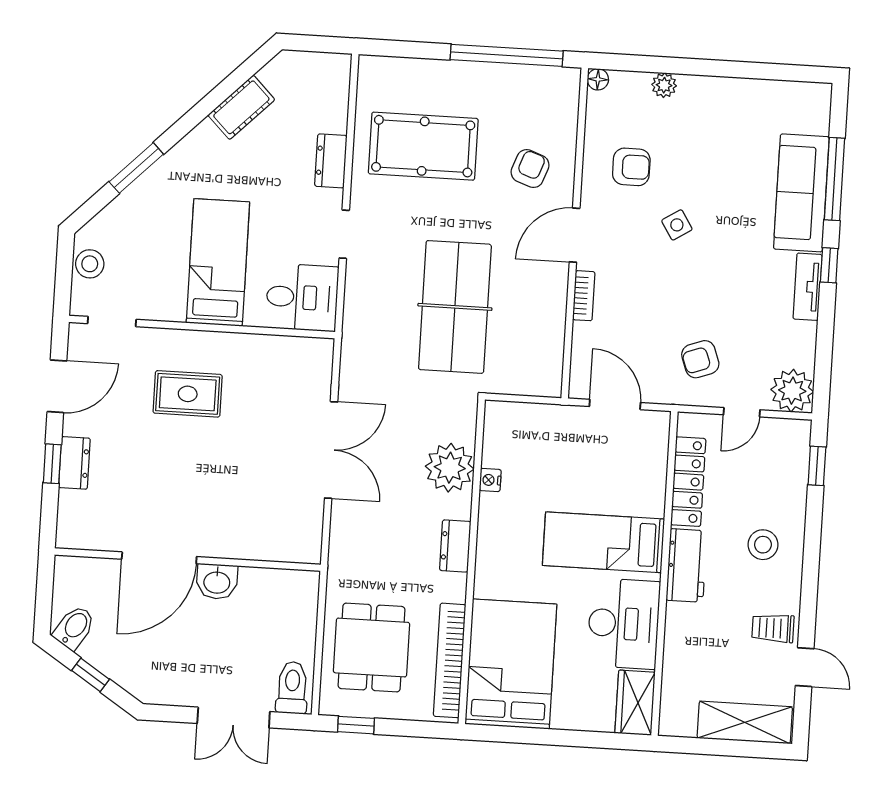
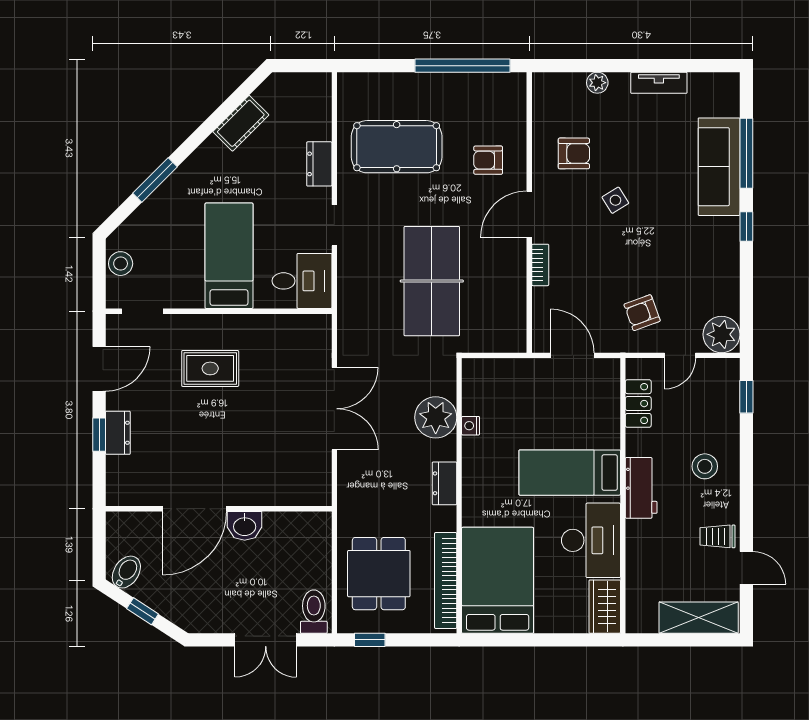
floor lamp: (598, 79) -> (541, 81), removed
armchair: (530, 169) -> (488, 160), turned -110
tv unit: (808, 287) -> (659, 83), moved, turned -90
locker: (688, 482) -> (638, 404), width x0.66

